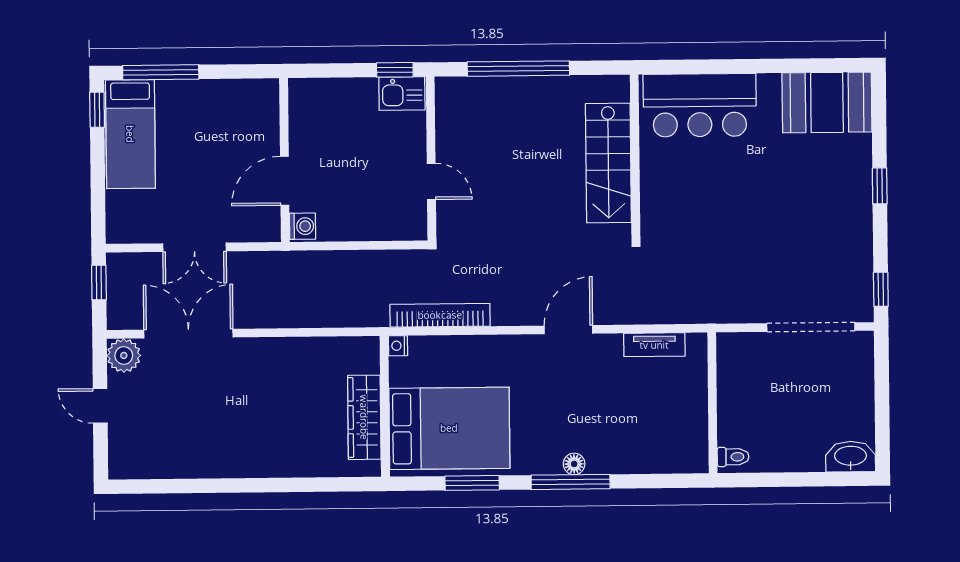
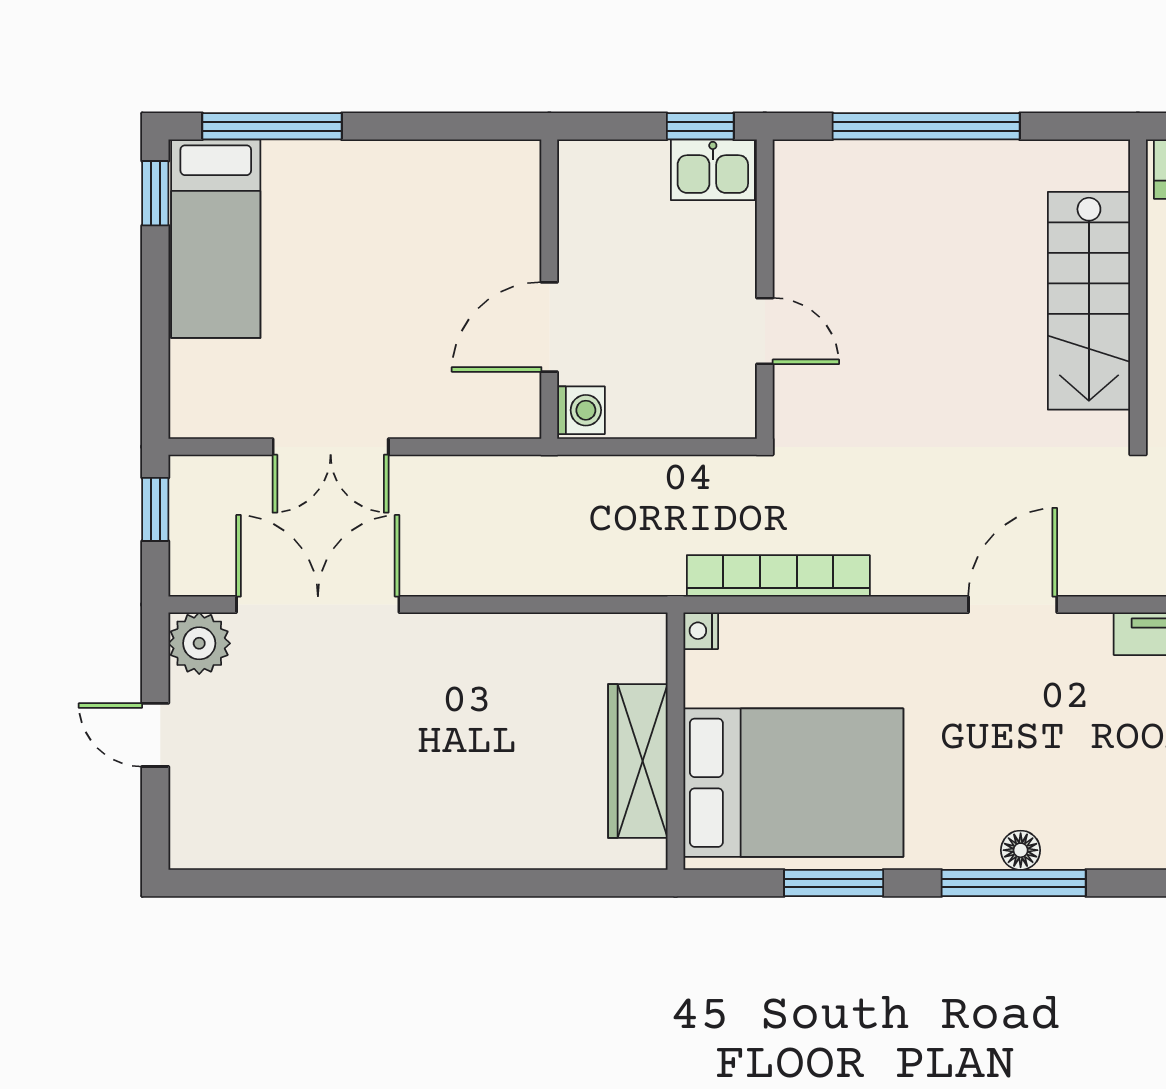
wall: (284, 160) -> (549, 289), moved
door: (285, 181) -> (549, 327), moved
washing machine: (303, 226) -> (581, 410), moved

